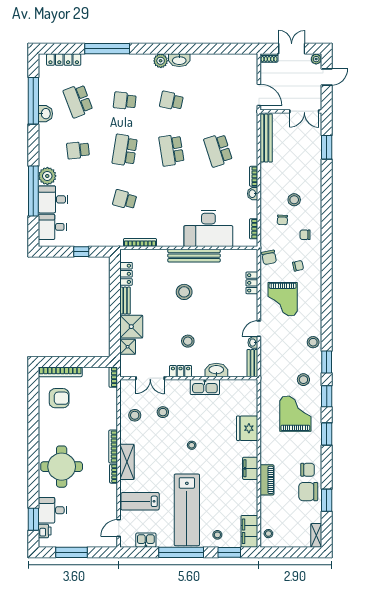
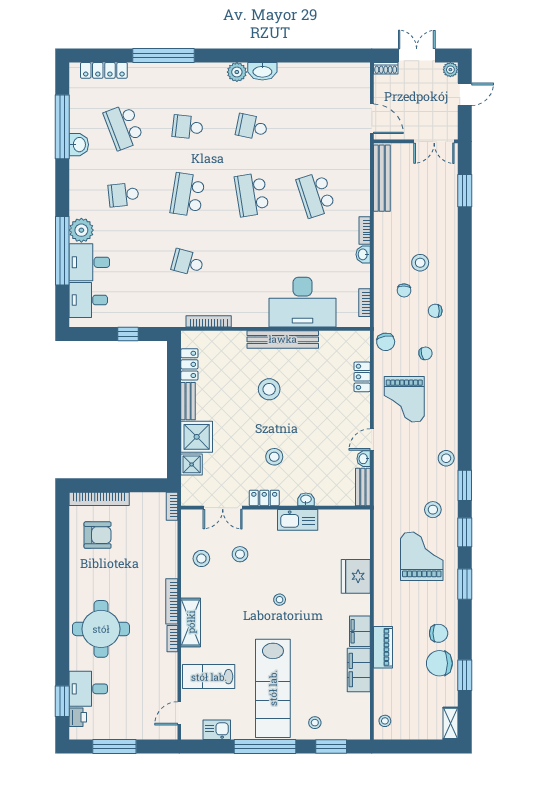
washbasin: (216, 370) -> (306, 499), width x0.52, depth x0.69
filing cabinet: (249, 531) -> (359, 670), moved

